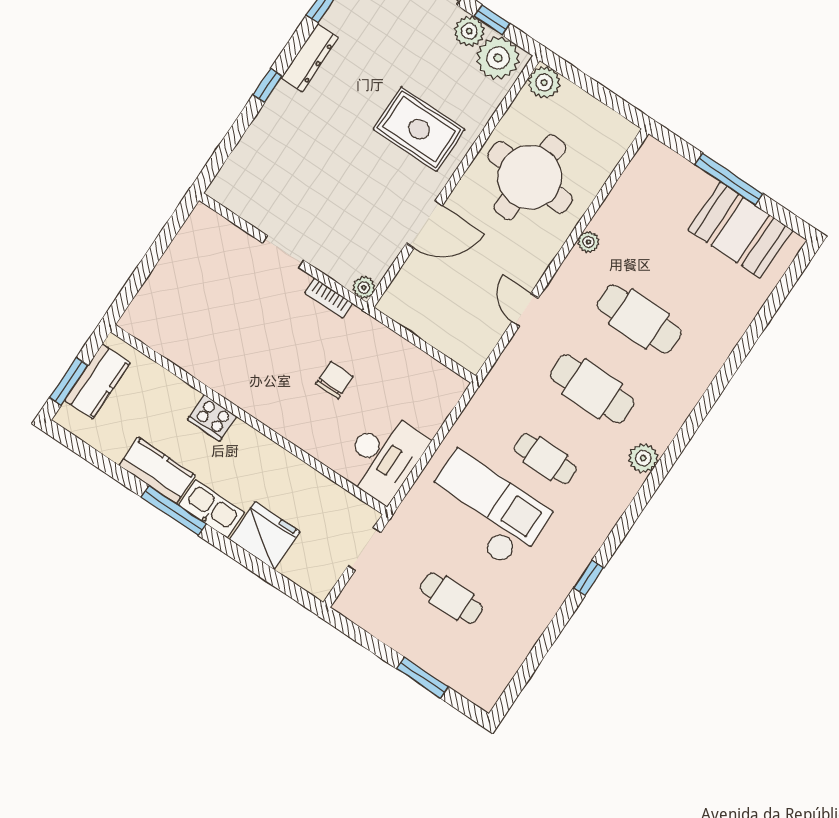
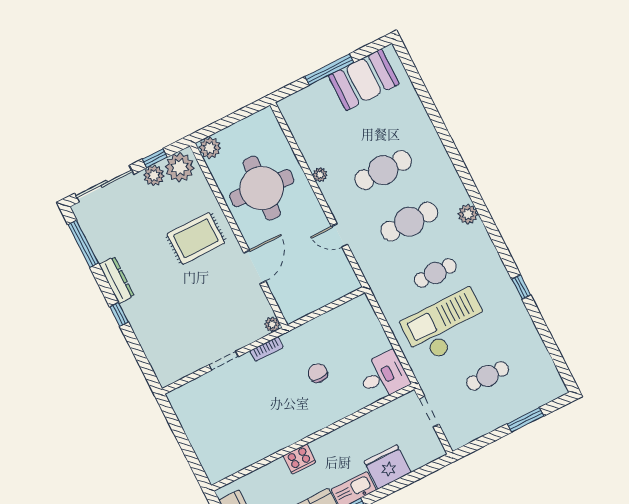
desk: (383, 456) -> (383, 376), width x0.73

